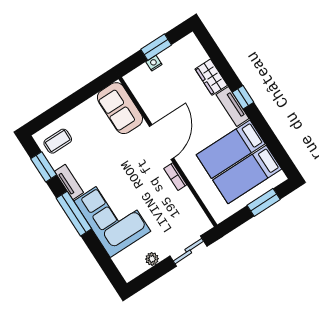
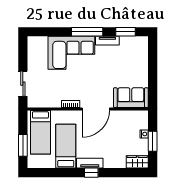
wardrobe: (211, 77) -> (137, 162), moved
coffee table: (58, 141) -> (135, 49), removed
door: (162, 142) -> (96, 109), hinge flipped
bed: (247, 174) -> (40, 132), moved, turned 180
plant: (152, 259) -> (32, 60), removed

